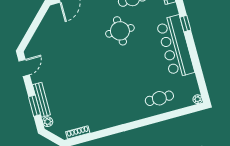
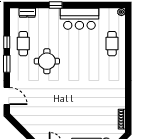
bar counter: (175, 47) -> (79, 19), width x0.73

